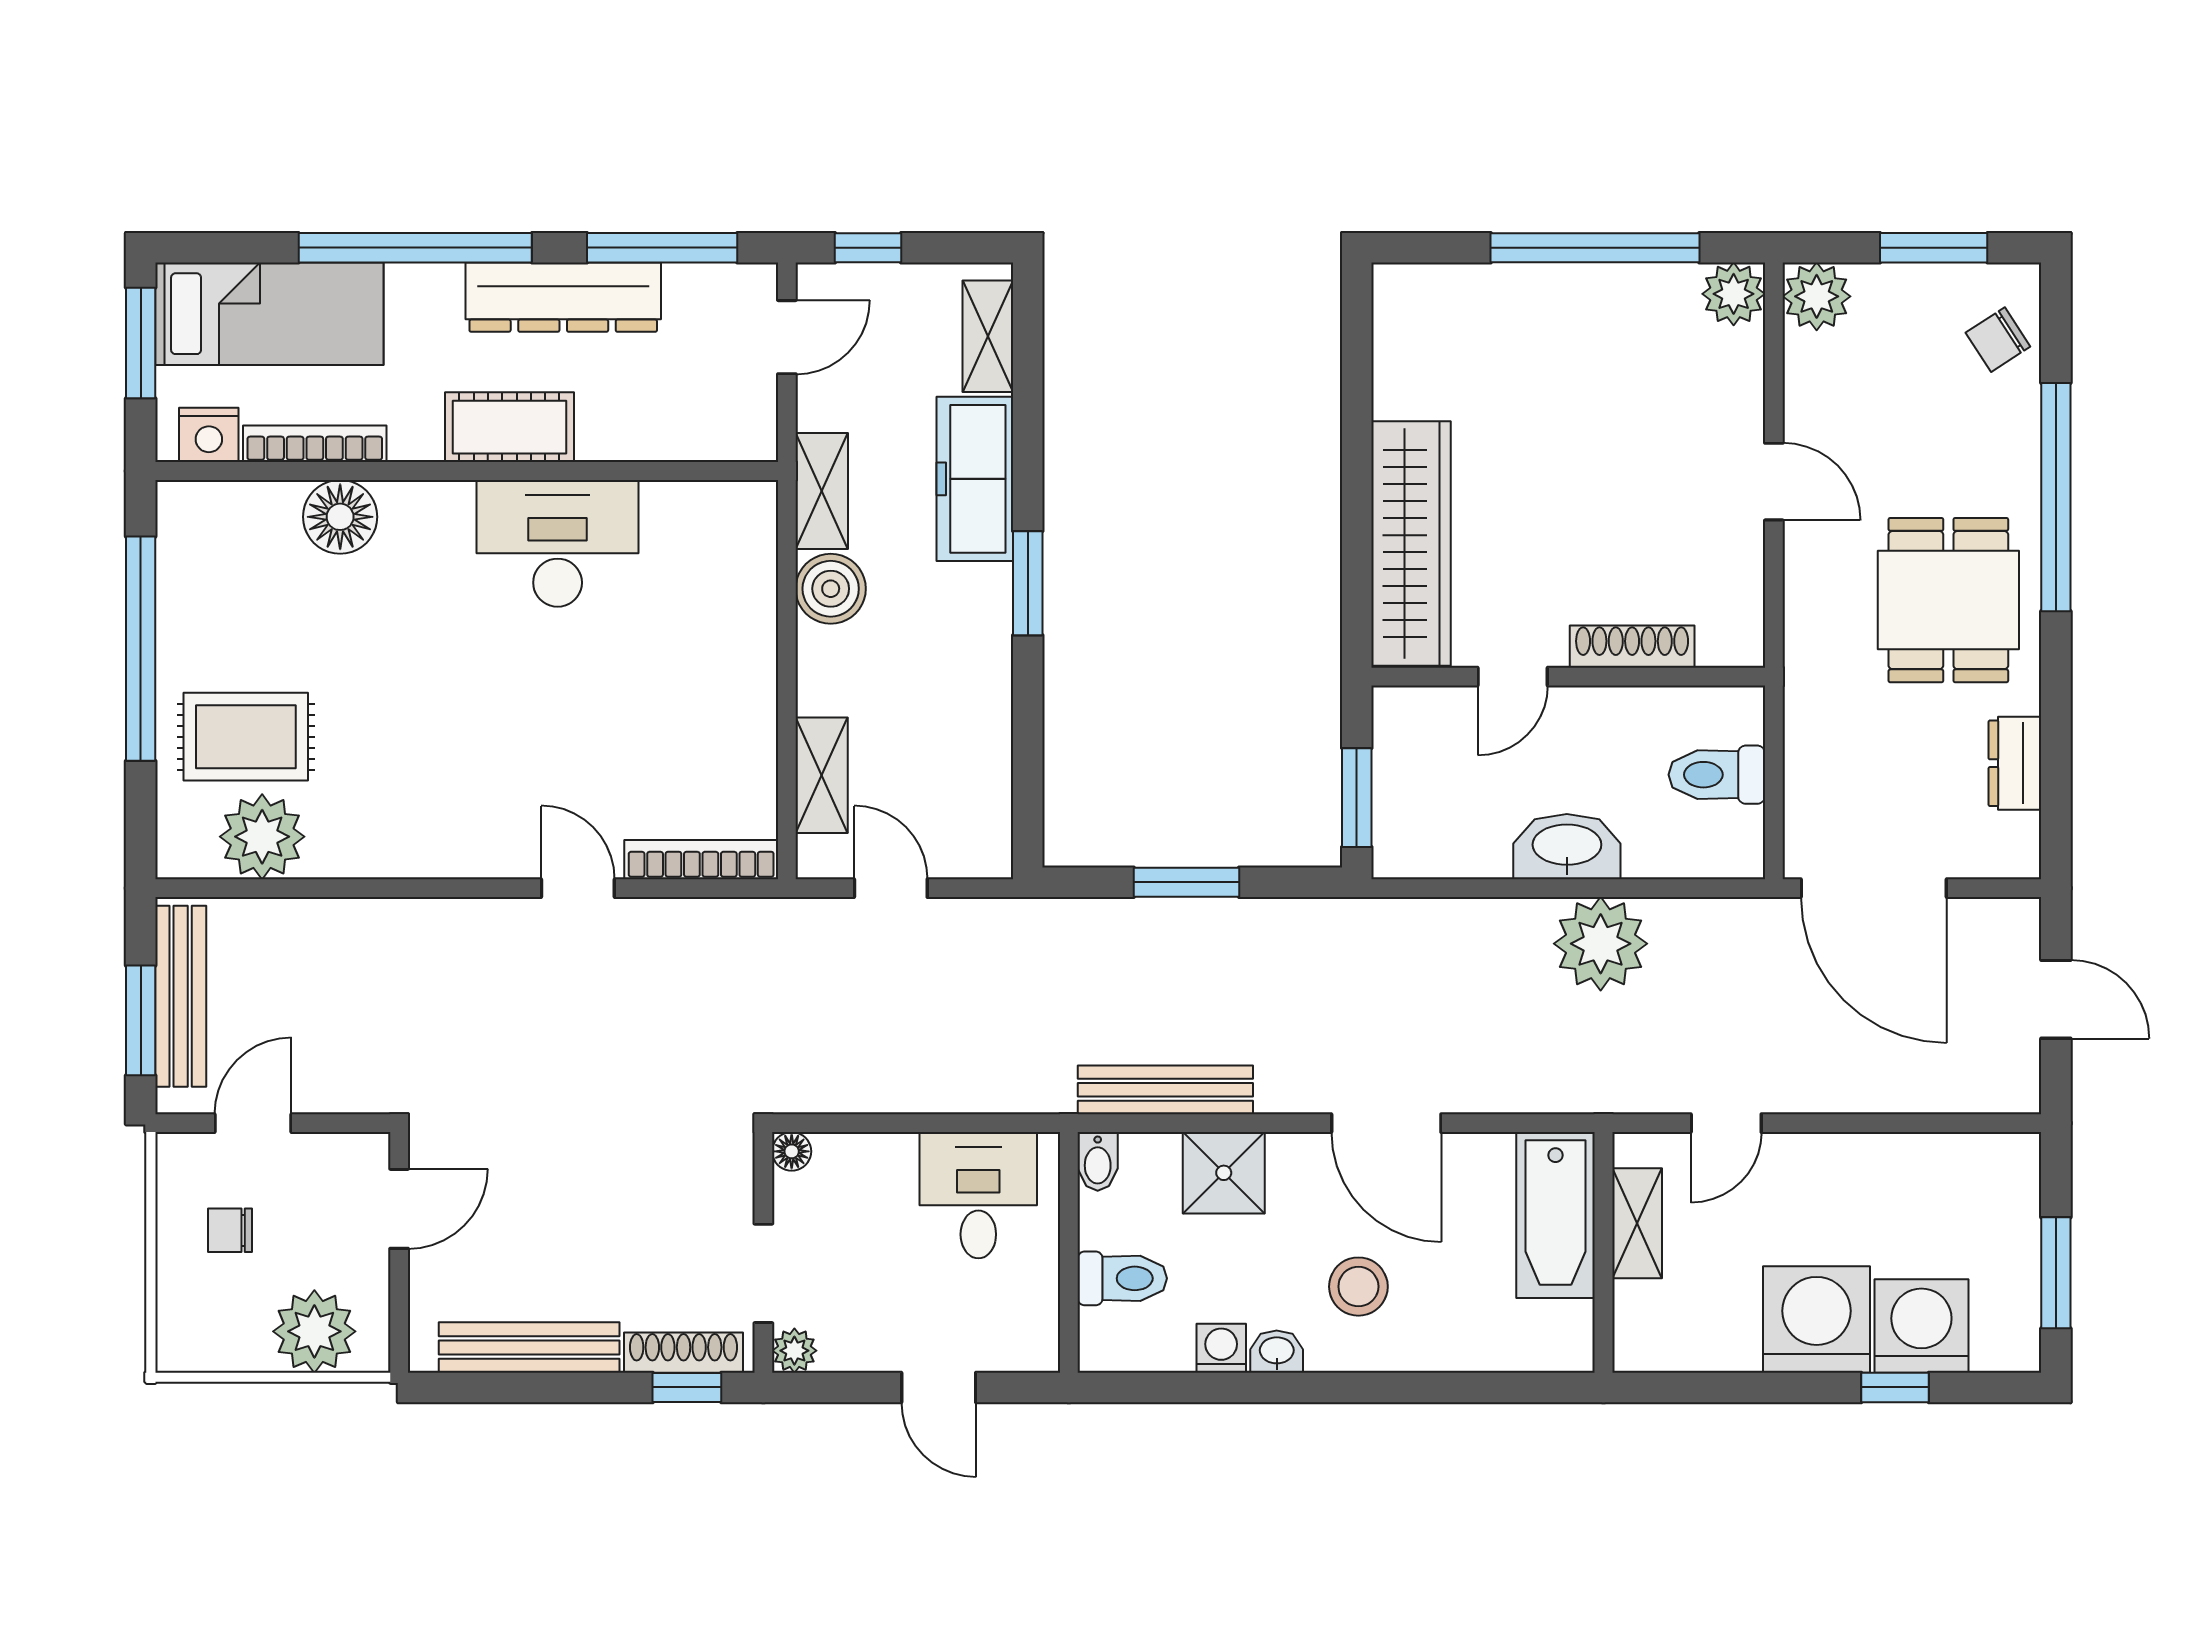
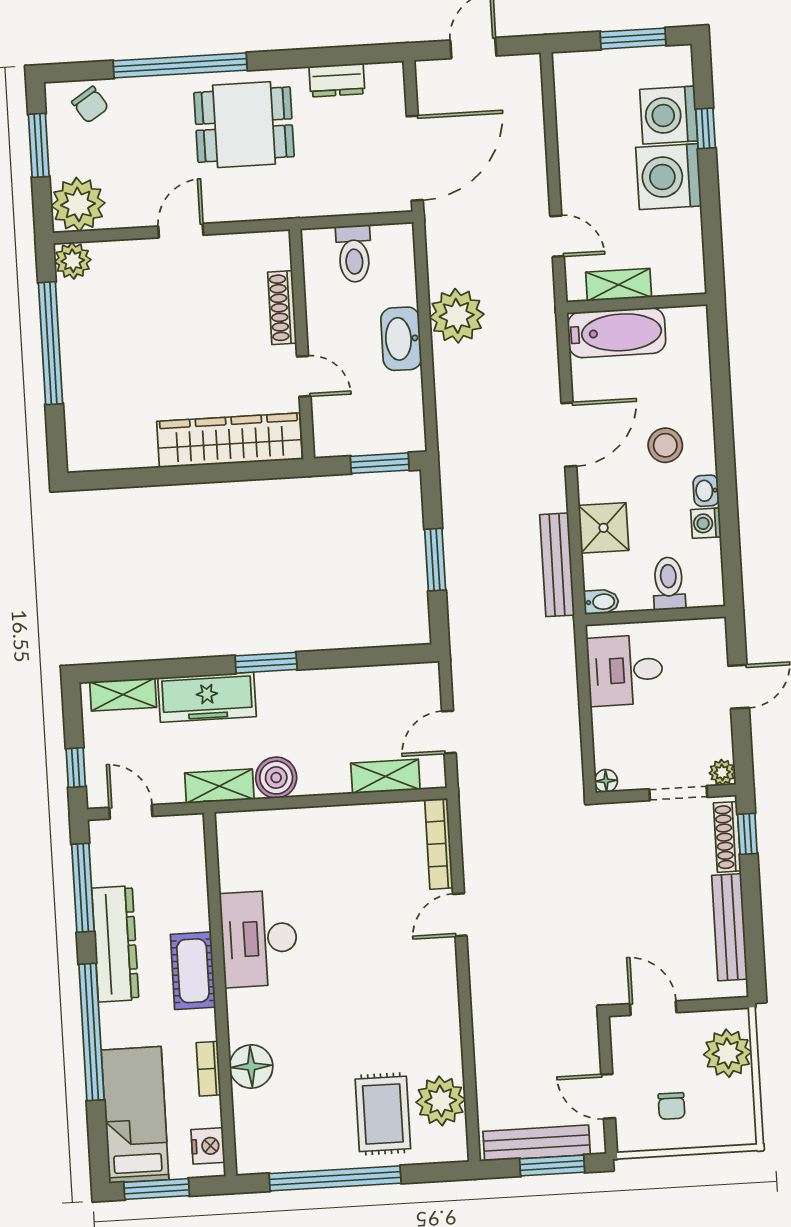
plant: (1817, 296) -> (78, 204), width x1.36, depth x1.36
bookcase: (315, 444) -> (209, 1069), width x0.64

